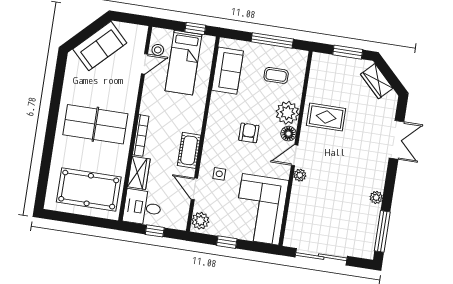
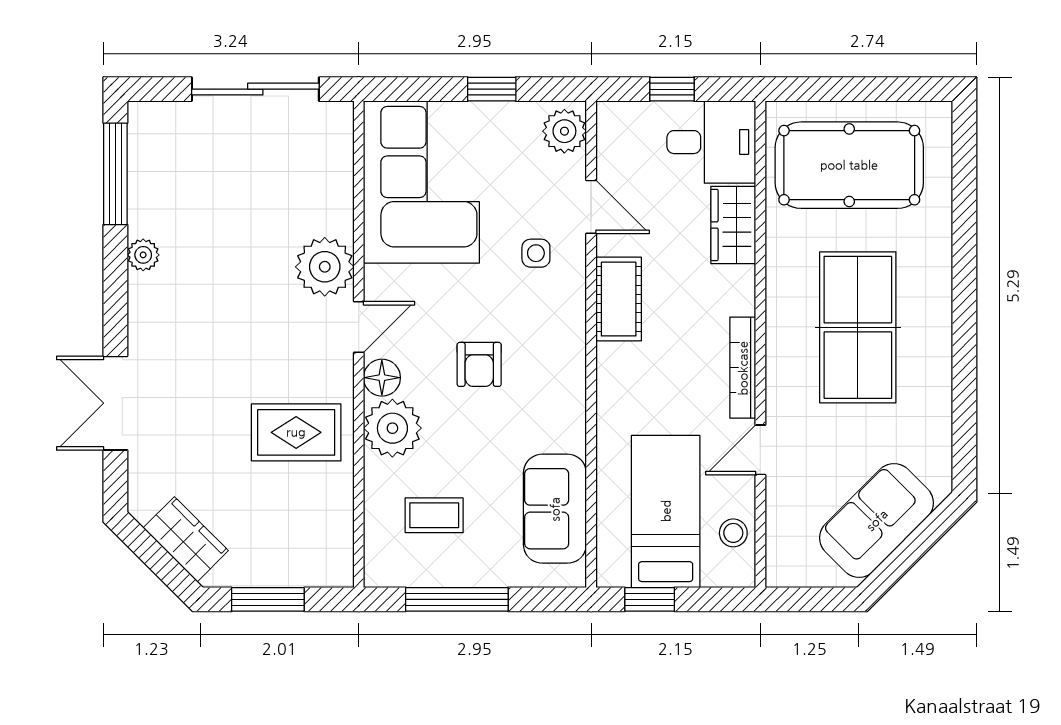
door: (145, 64) -> (760, 450), moved
table tennis table: (95, 124) -> (858, 327), turned 90
bookcase: (141, 135) -> (743, 368), moved
plant: (300, 175) -> (325, 267), width x1.88, depth x1.88

